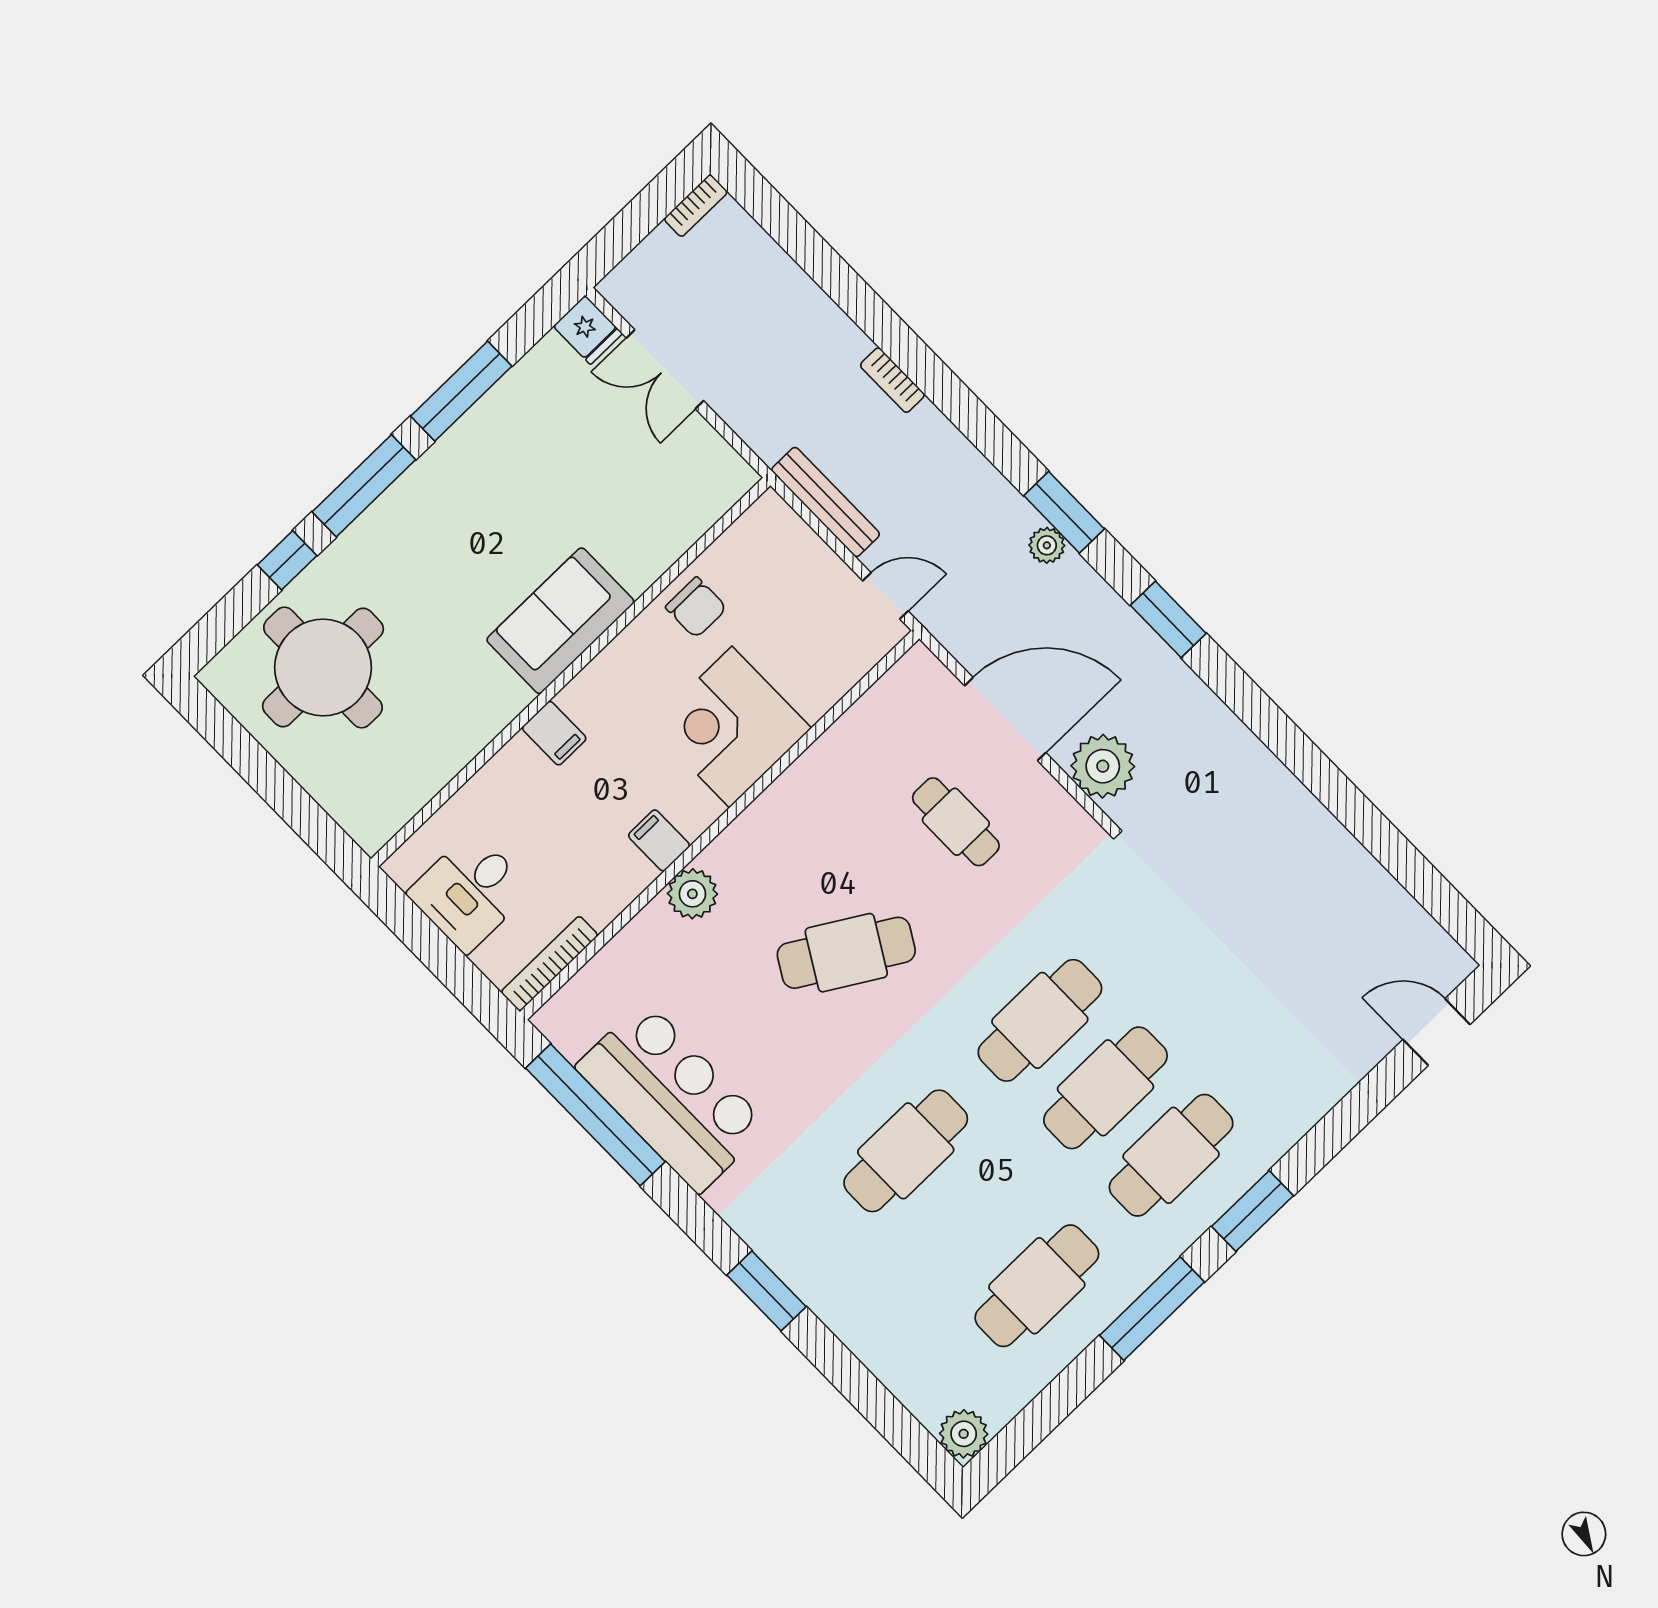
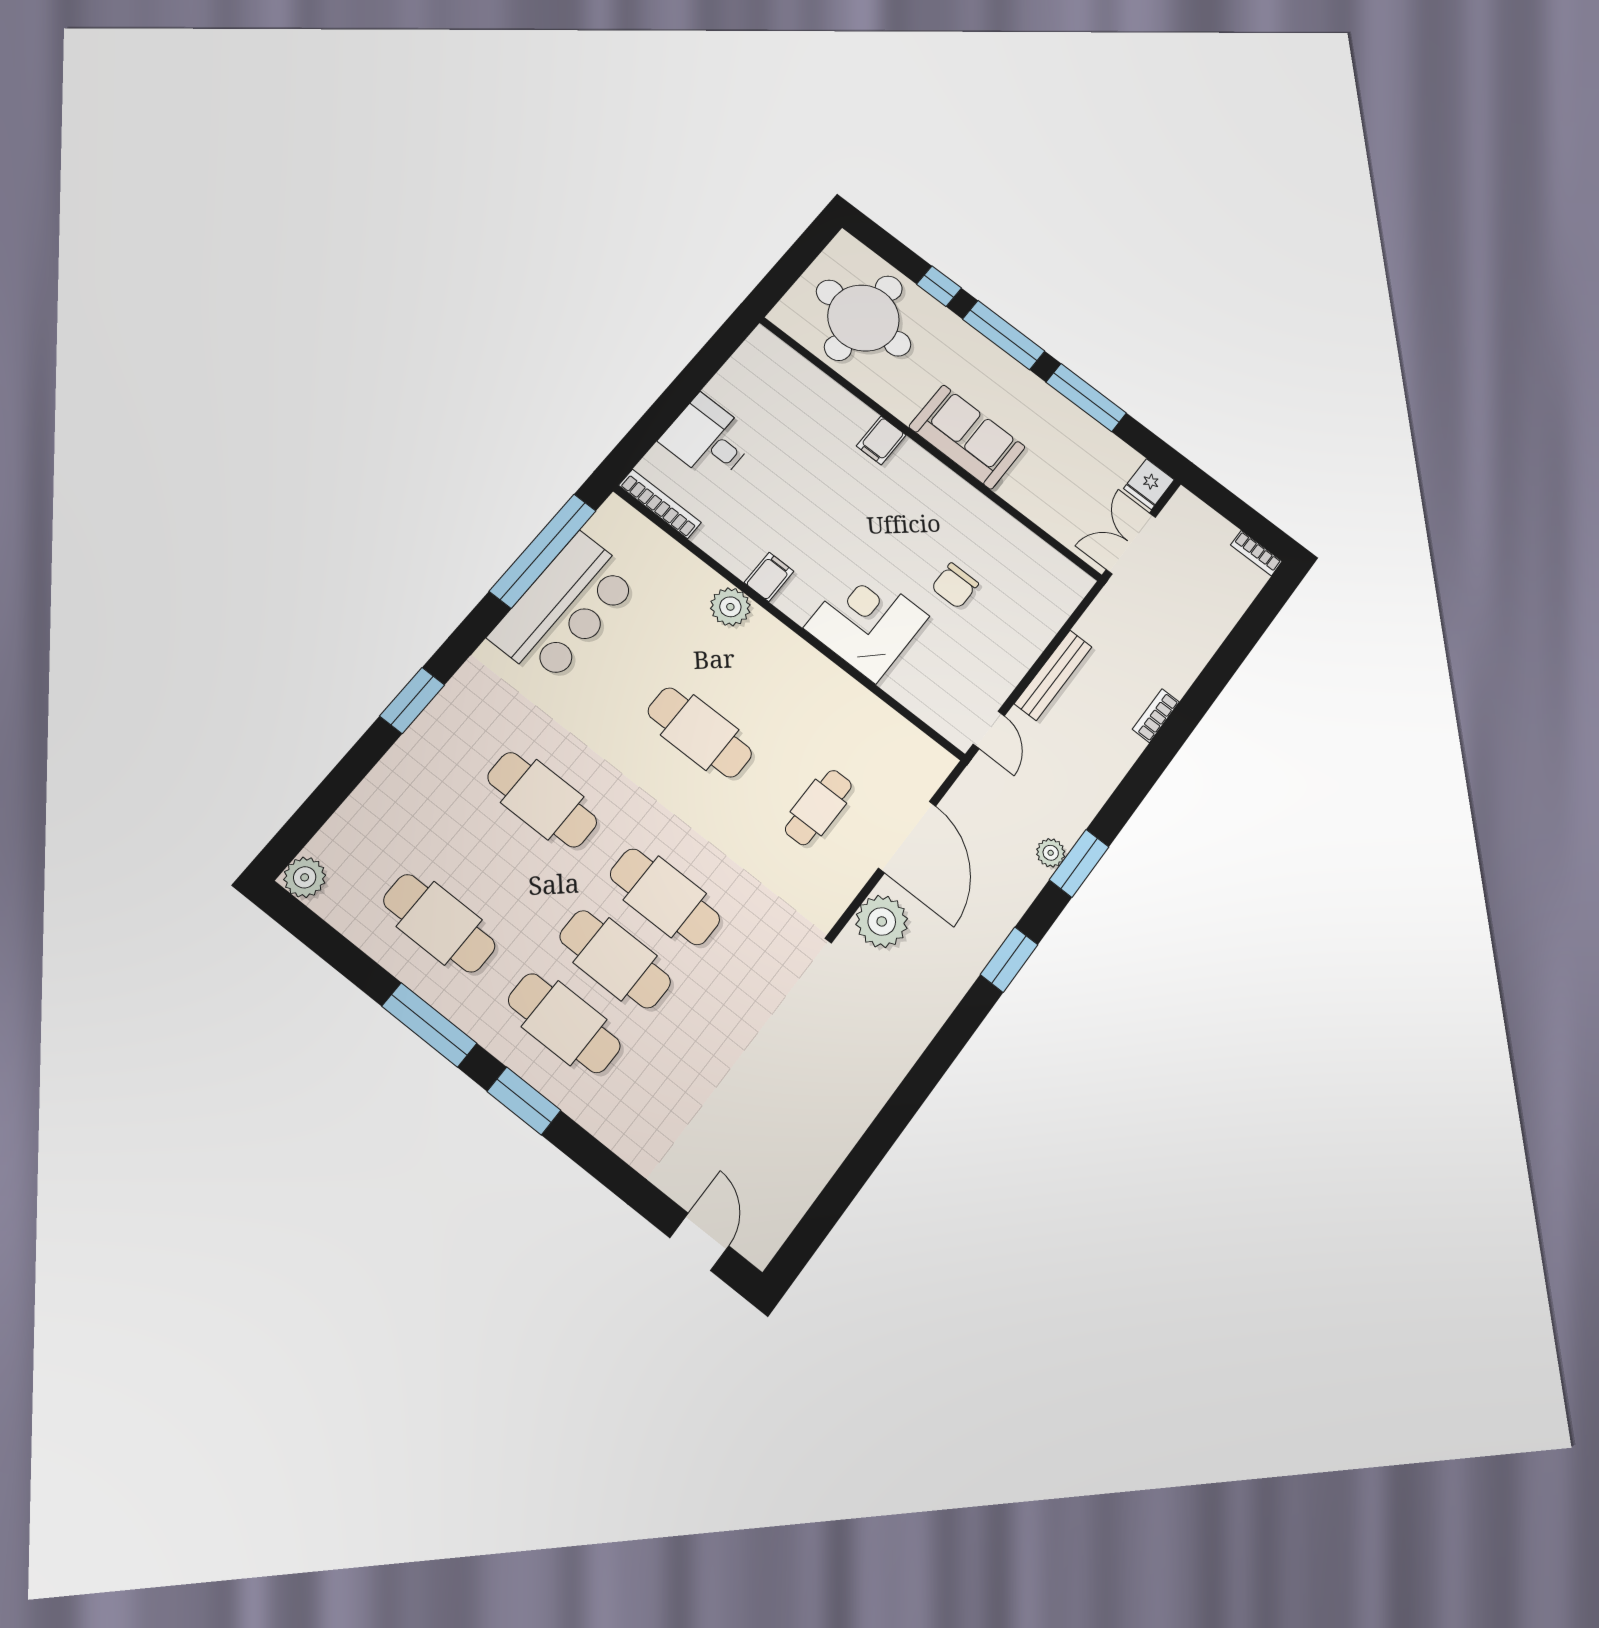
sofa: (560, 621) -> (967, 437), moved
wall: (571, 672) -> (930, 448), moved
filing cabinet: (554, 733) -> (881, 440), moved
cafe table: (846, 953) -> (700, 732), turned -31

